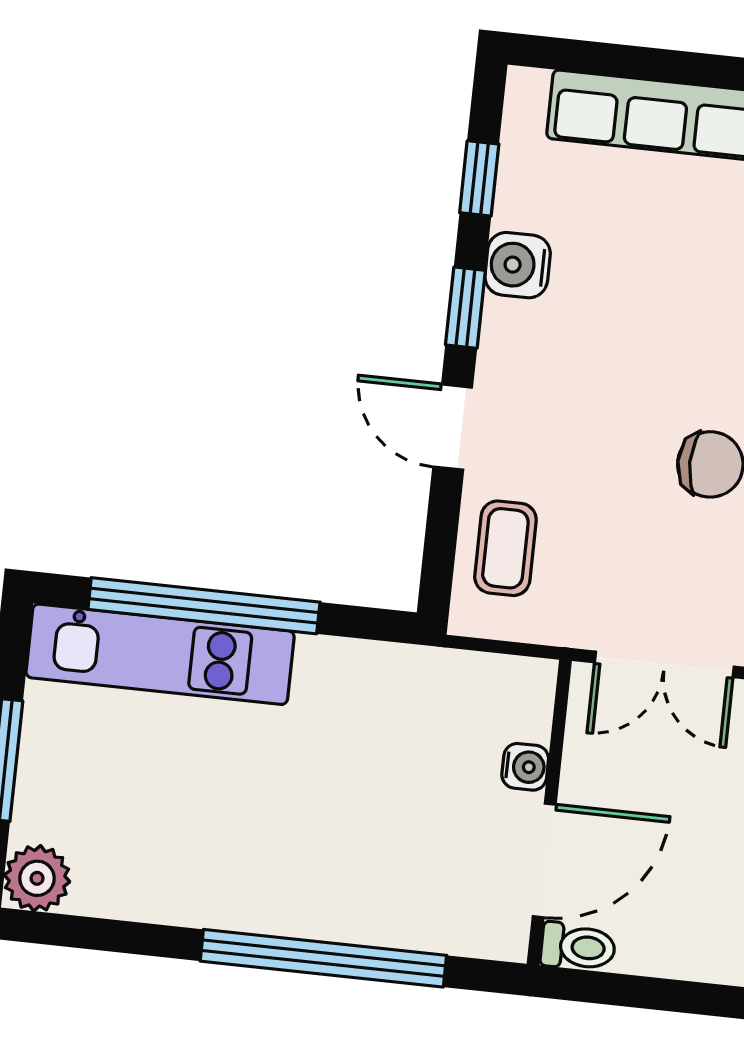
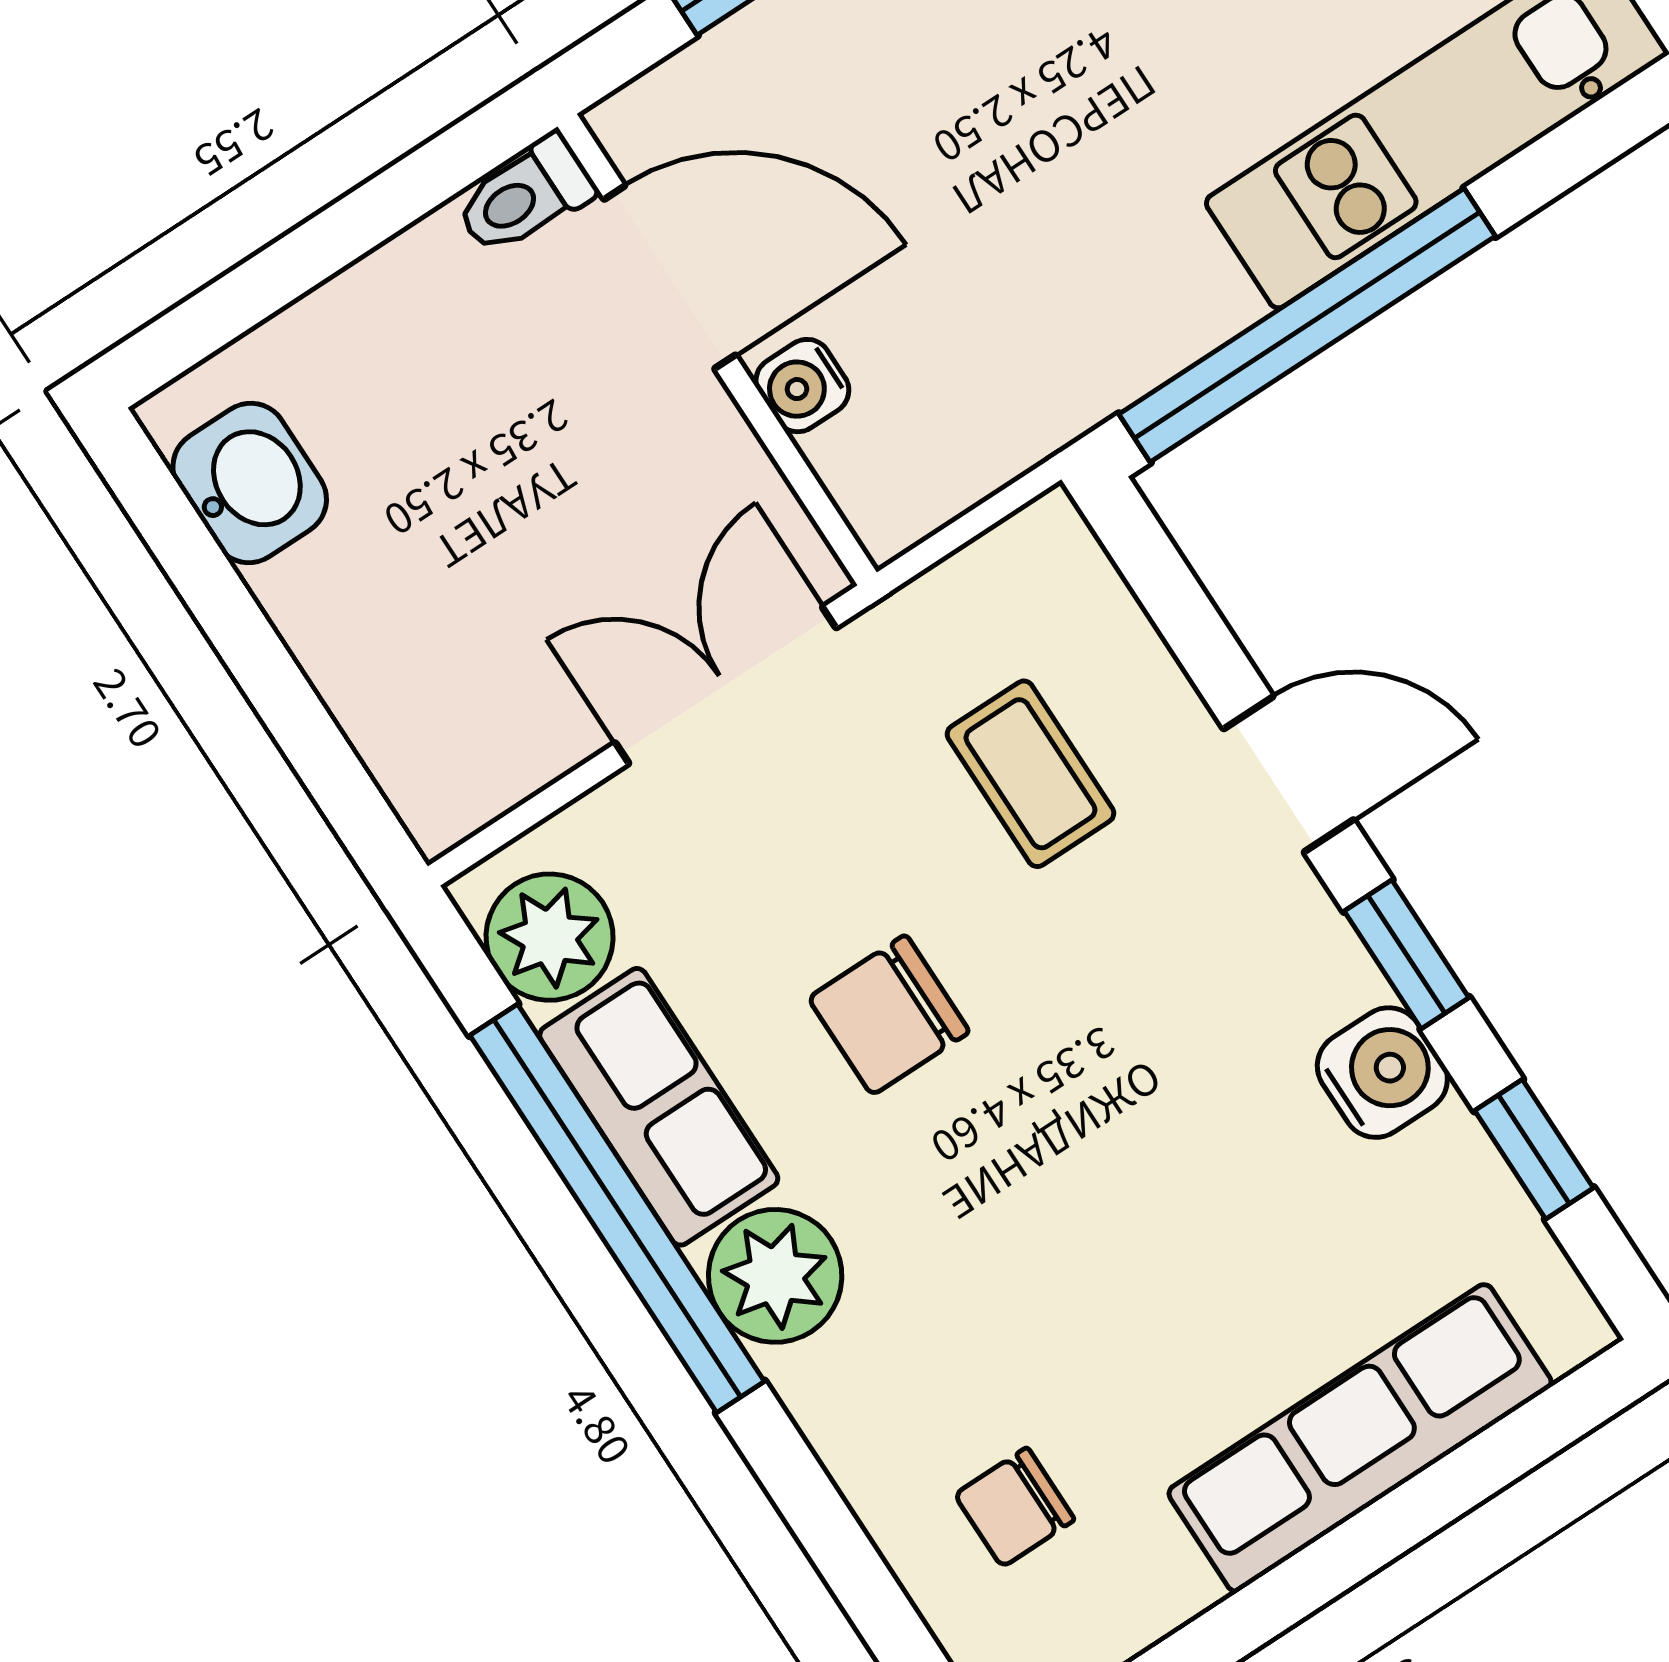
coffee table: (505, 548) -> (1030, 774), moved
window: (204, 606) -> (1307, 325), moved
door: (544, 860) -> (670, 277), swing flipped

